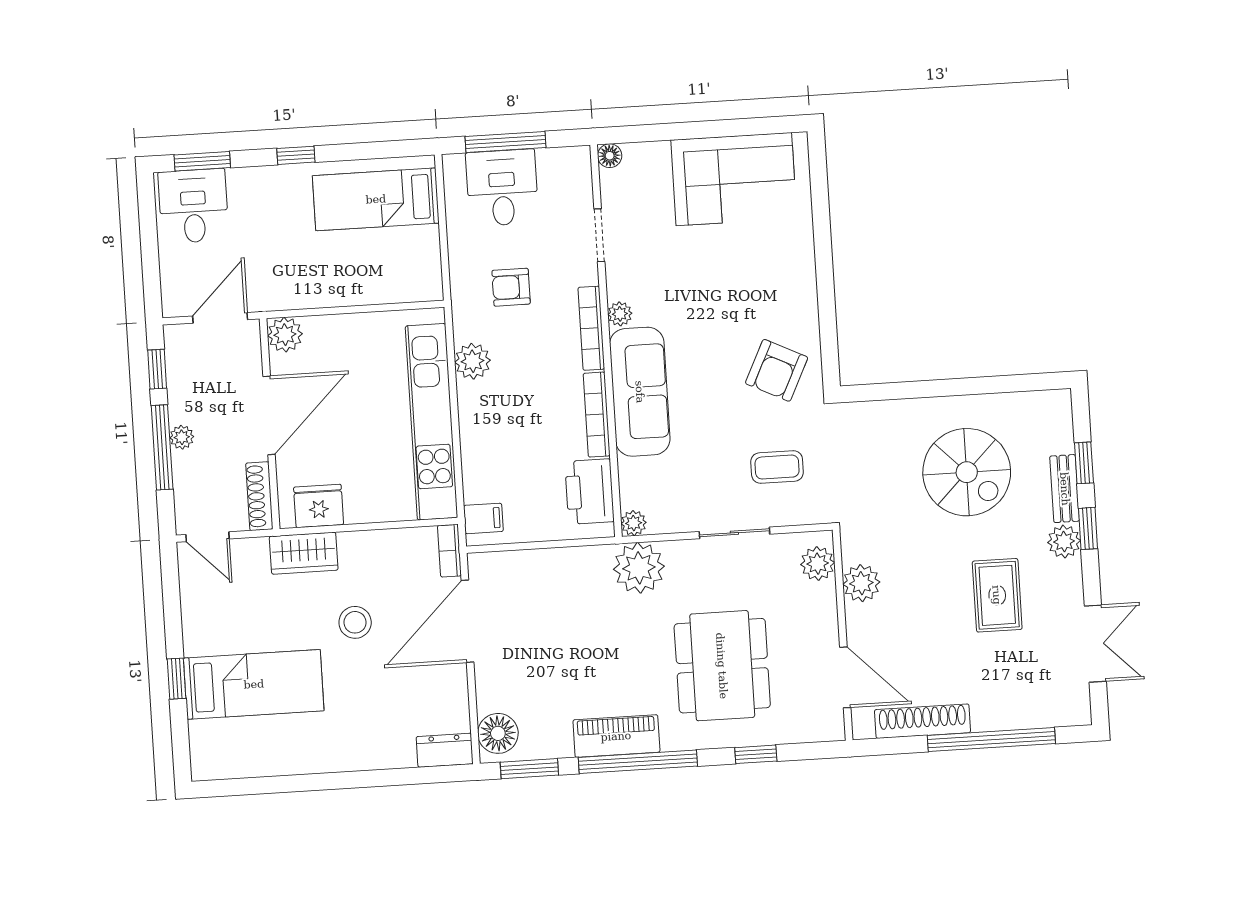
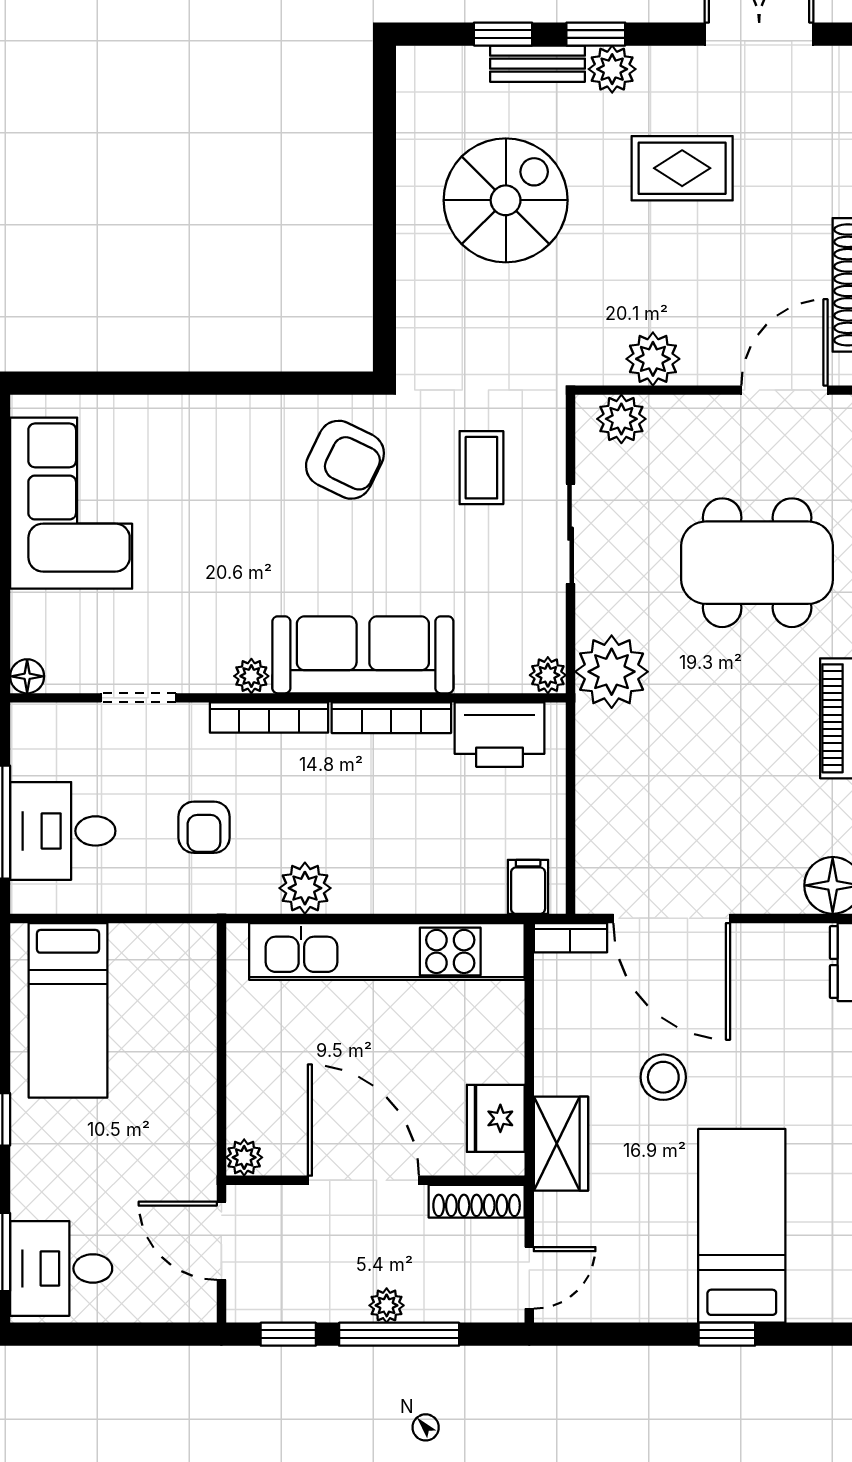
plant: (285, 335) -> (244, 1157), width x0.73, depth x0.73

